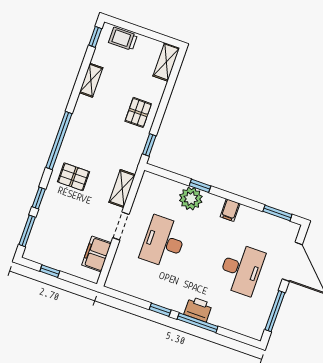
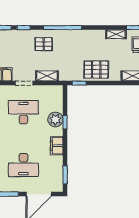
shelving: (91, 80) -> (116, 34), moved
pallet: (138, 112) -> (96, 70), width x1.50, depth x1.42
pallet: (74, 177) -> (44, 44), turned 90
filing cabinet: (230, 210) -> (57, 146), width x2.00

